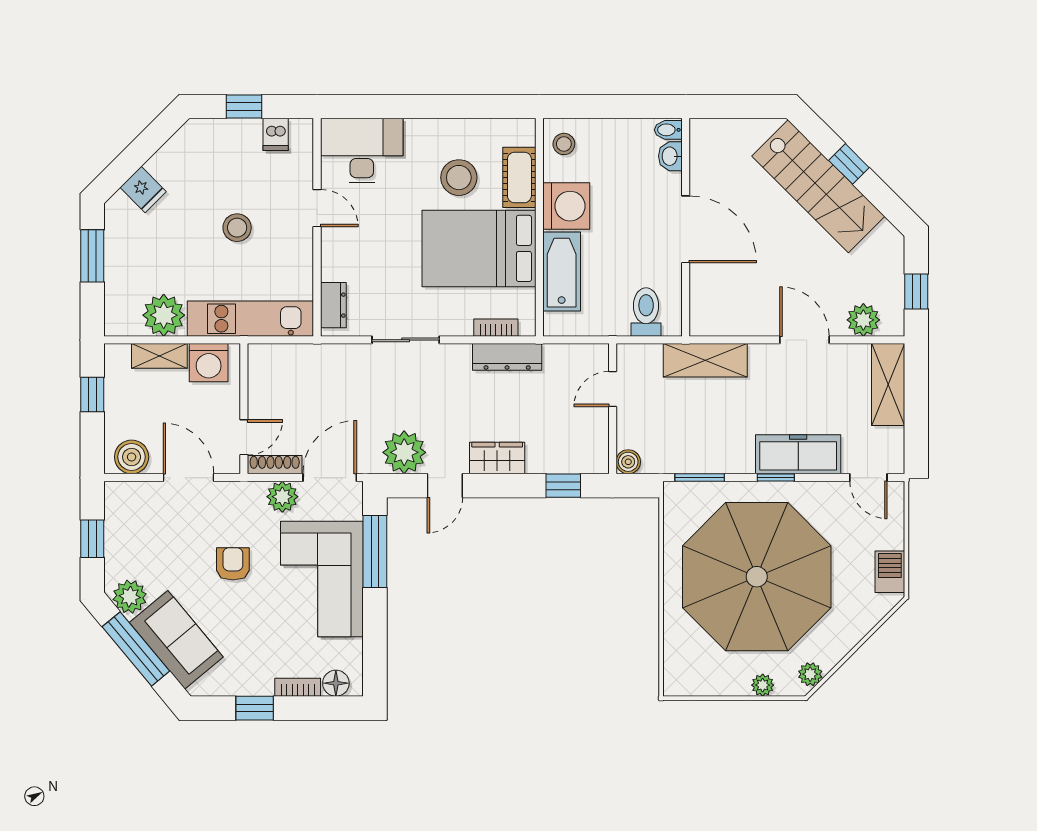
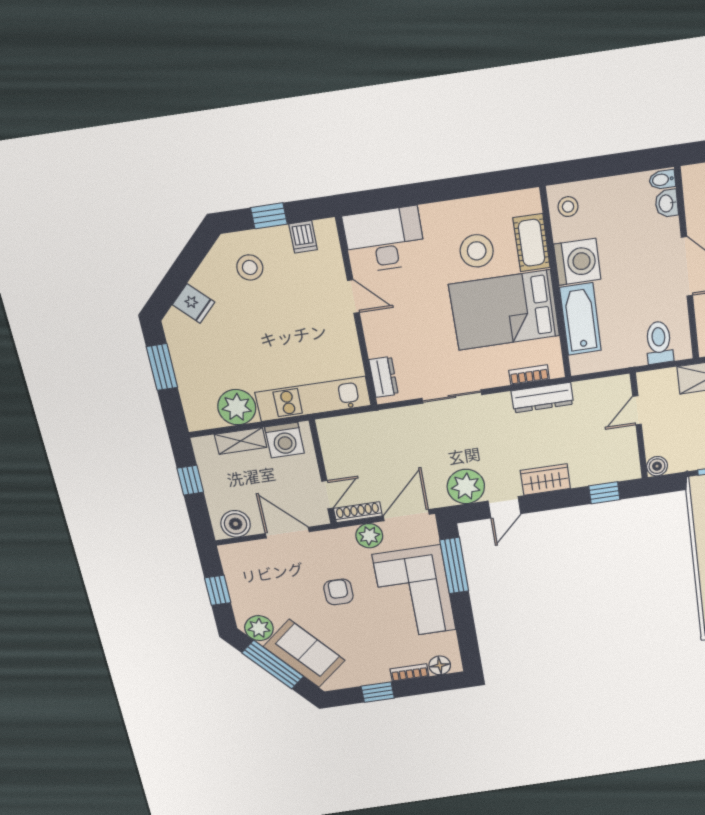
stool: (237, 228) -> (250, 267), moved

